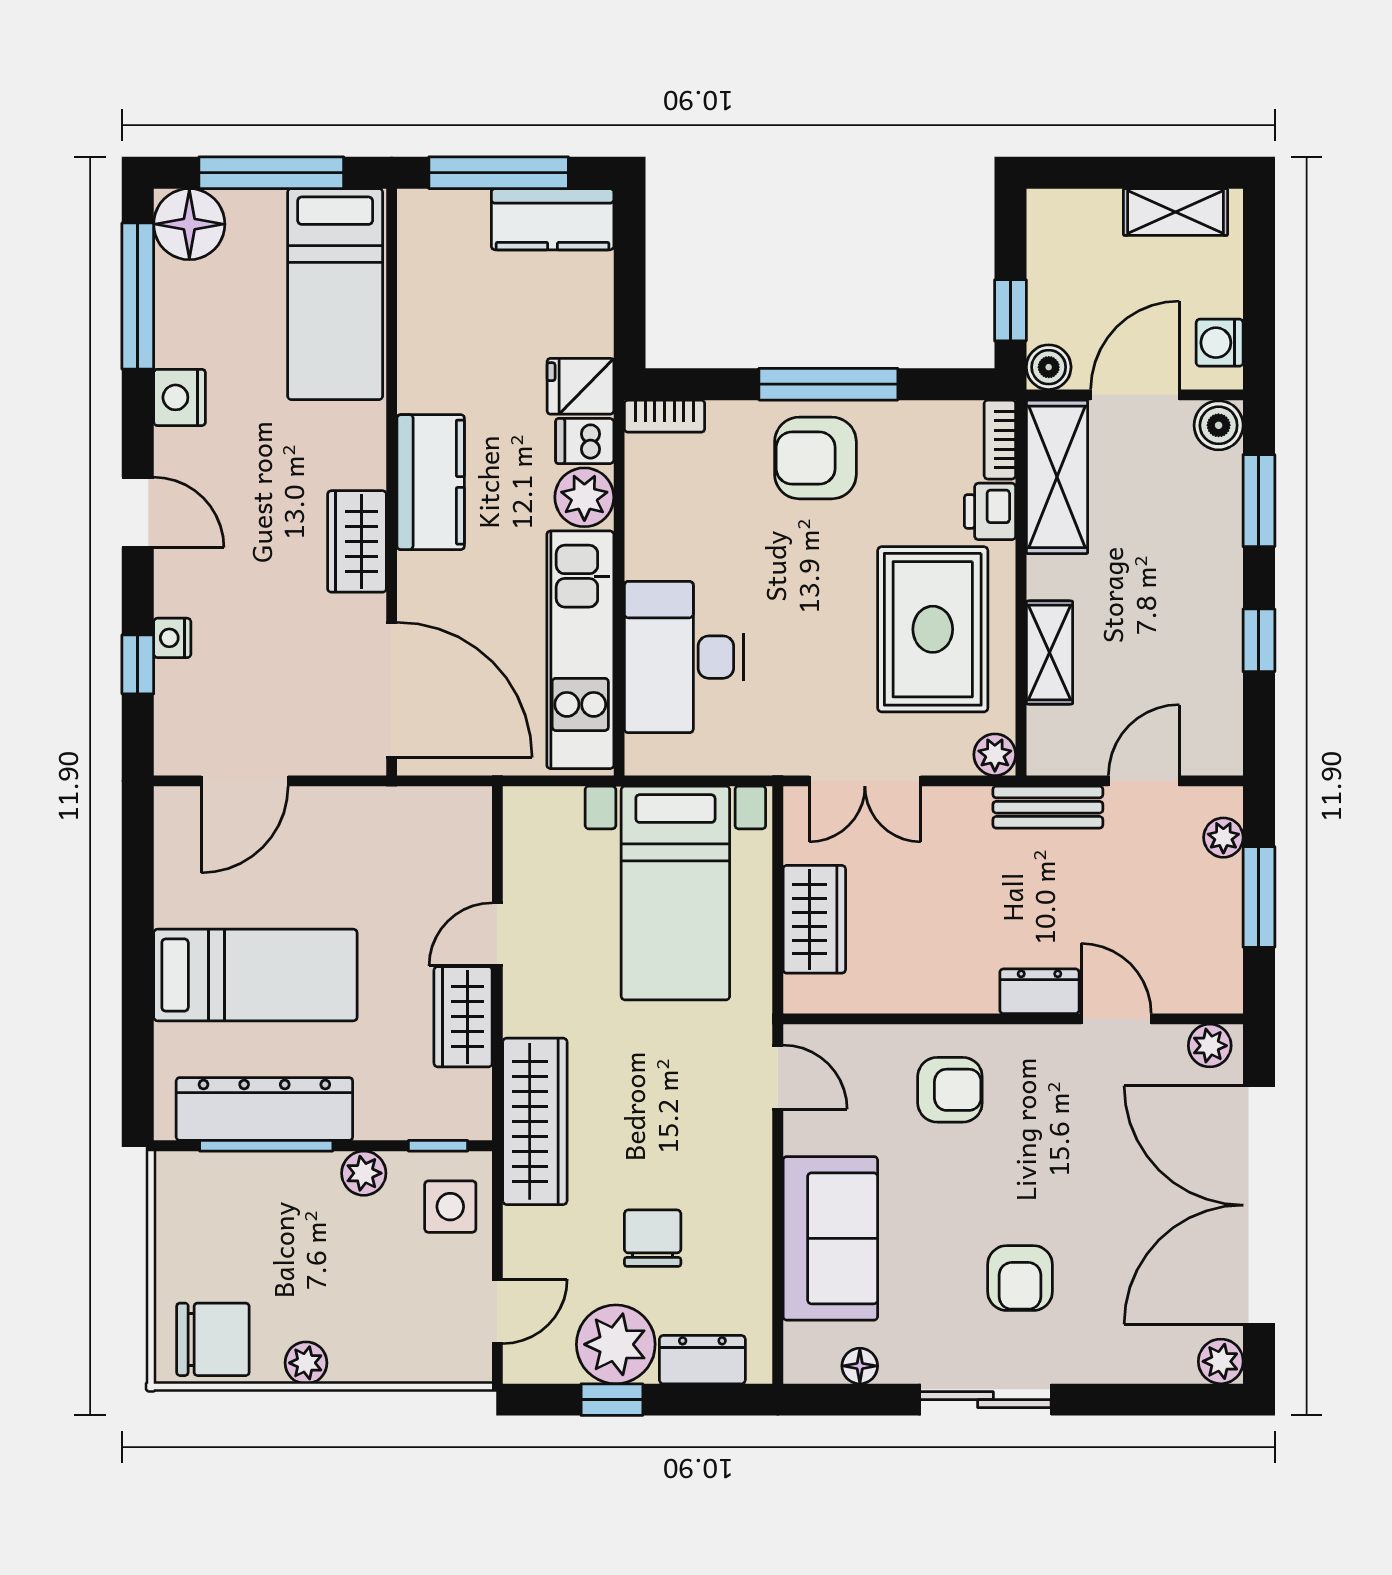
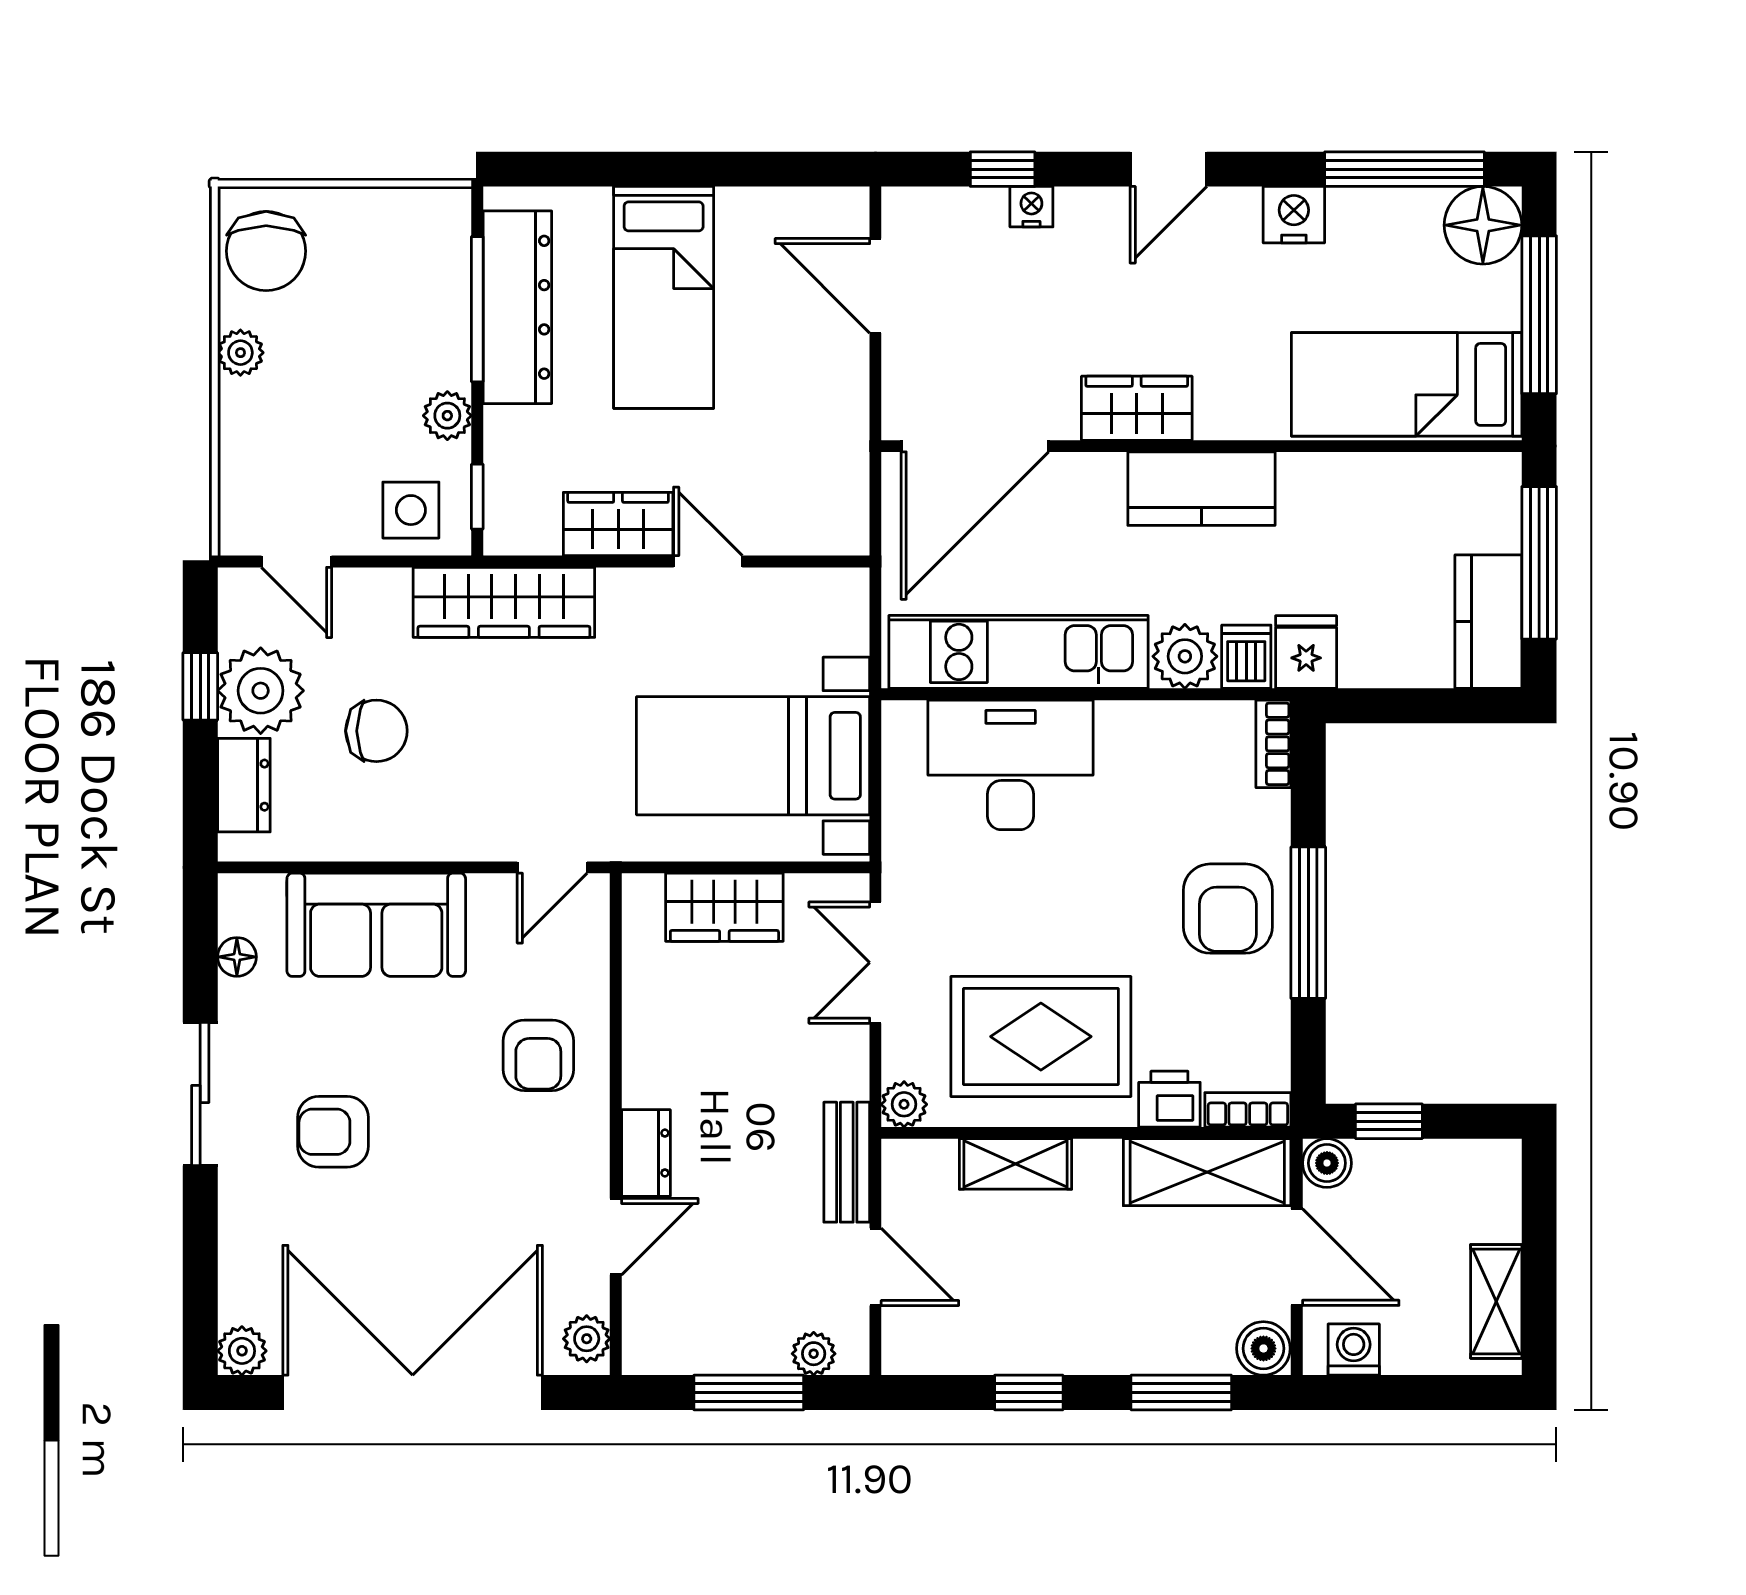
armchair: (815, 458) -> (1228, 909), turned 180

